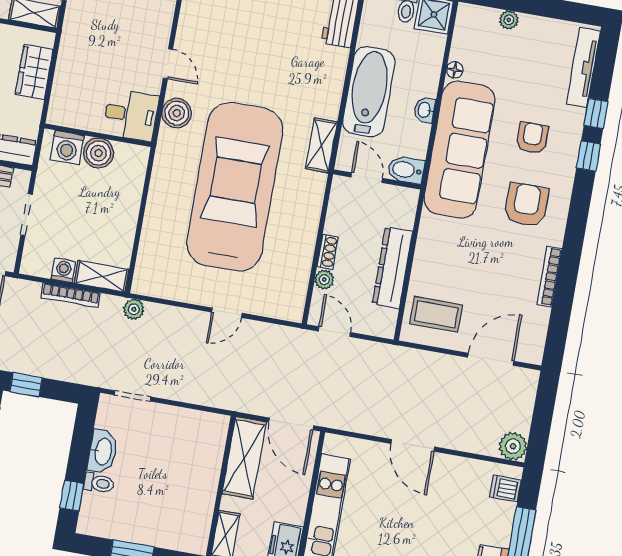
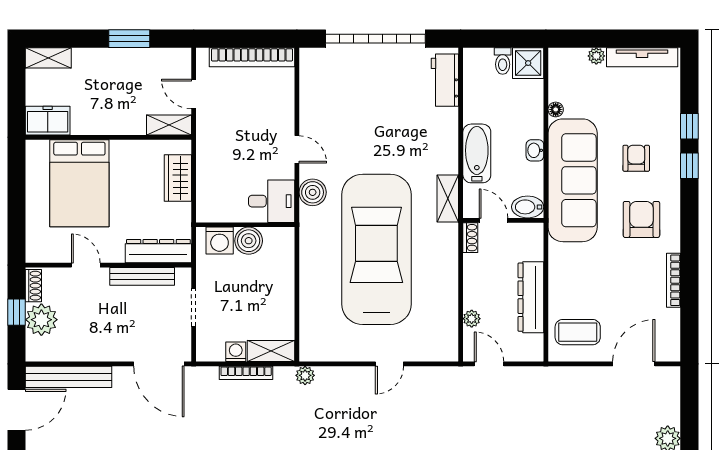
tv unit: (583, 67) -> (642, 57), moved, turned -90
bathtub: (369, 92) -> (477, 153), width x0.73, depth x0.73
shoe rack: (328, 252) -> (470, 238), moved

